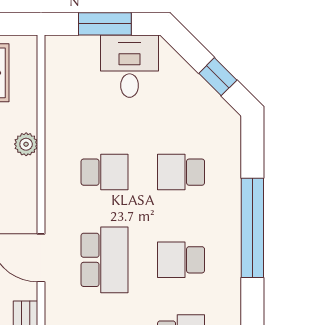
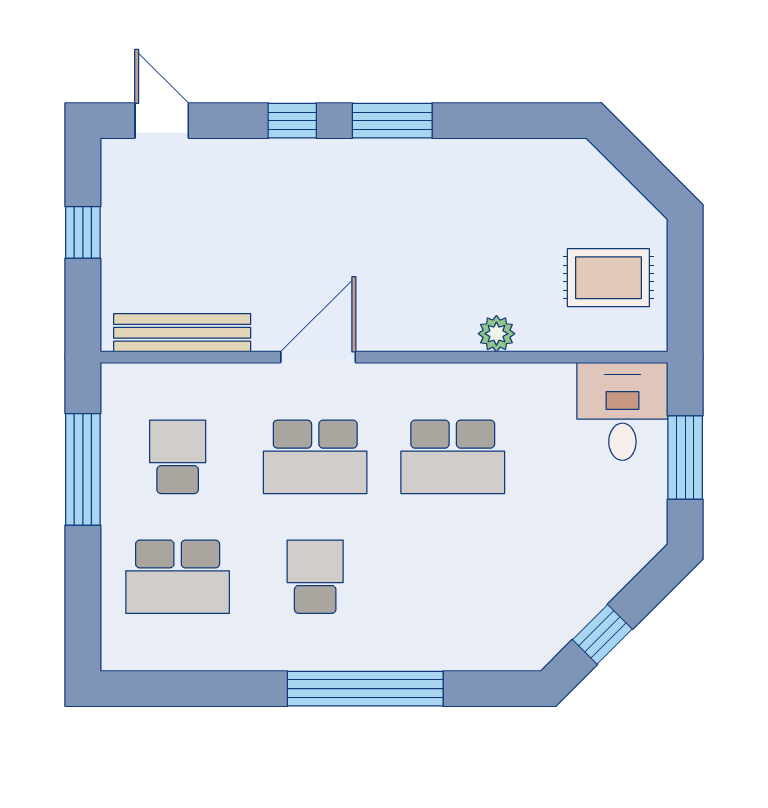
desk: (130, 66) -> (622, 411), moved, turned -90
school desk: (105, 172) -> (453, 457), width x1.85
school desk: (181, 172) -> (453, 577), removed

